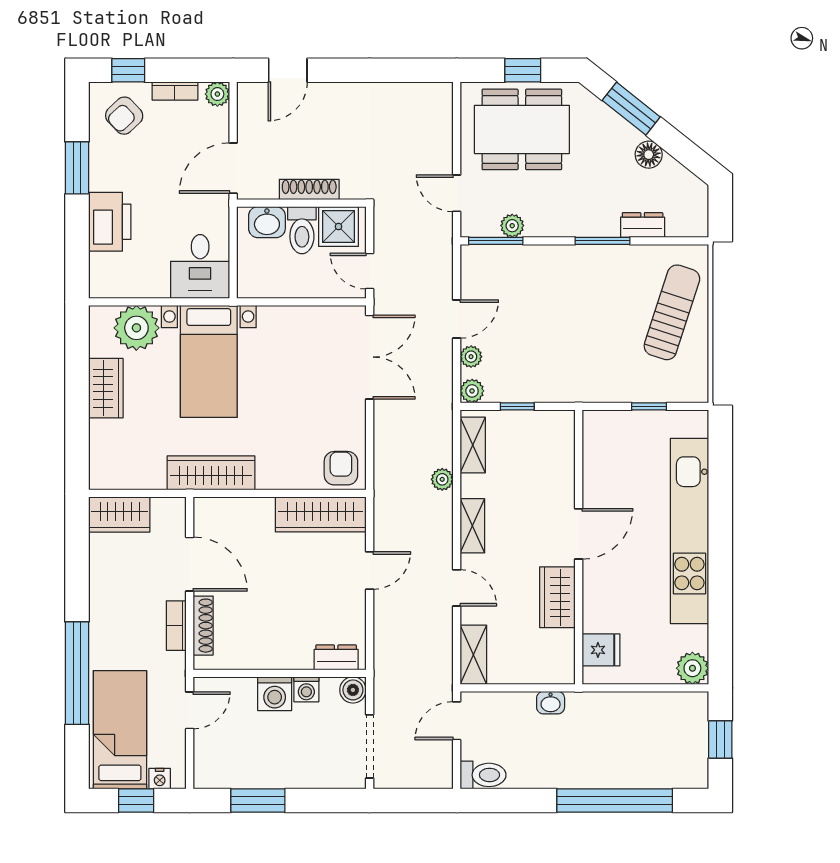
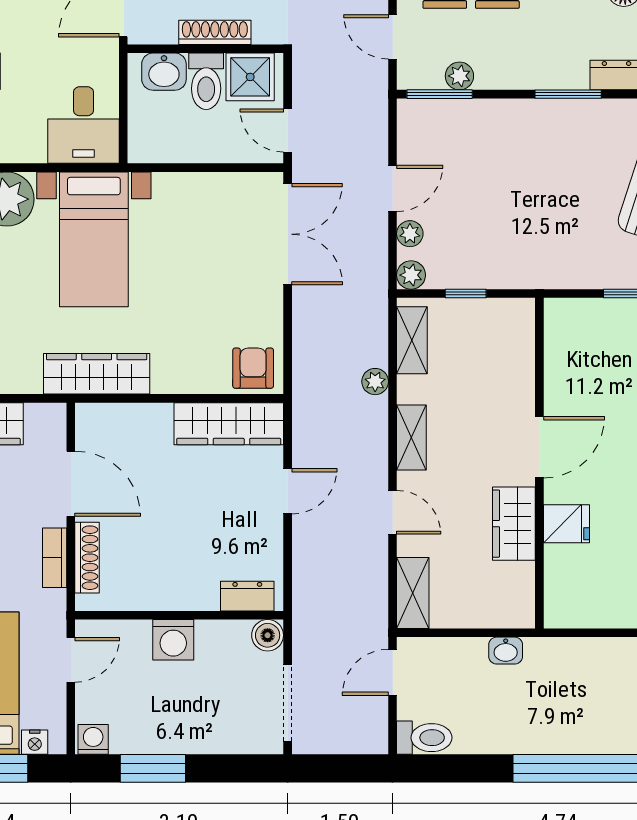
fridge: (601, 650) -> (566, 524), moved
washing machine: (306, 689) -> (93, 739), moved, turned 180

